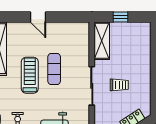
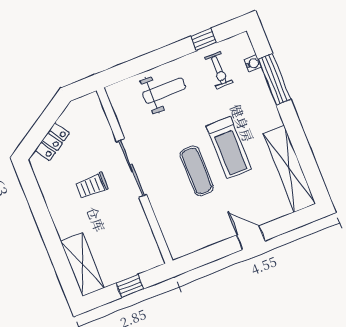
shelving: (102, 41) -> (83, 264), moved

